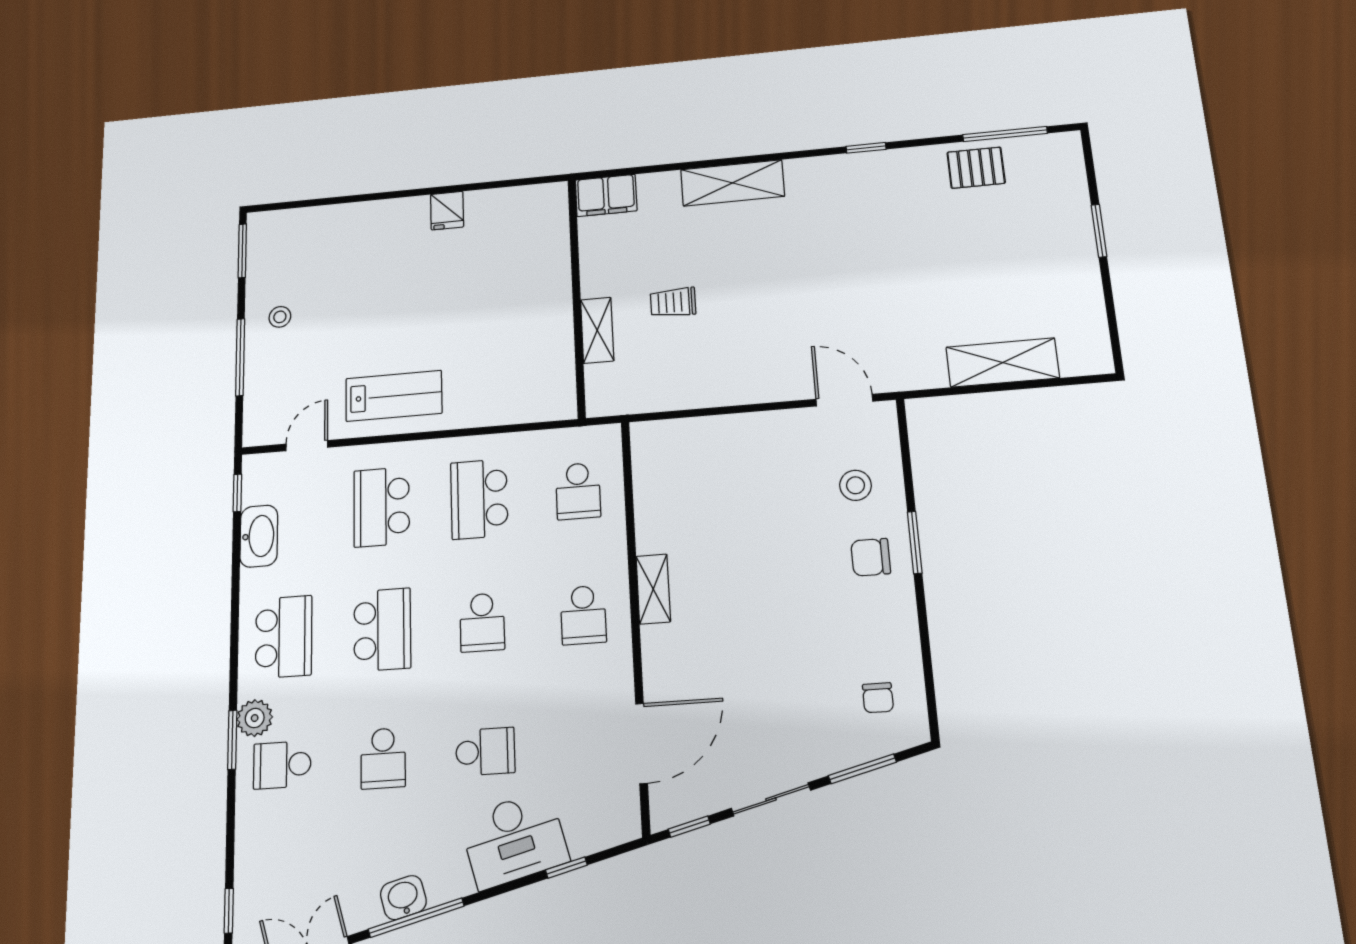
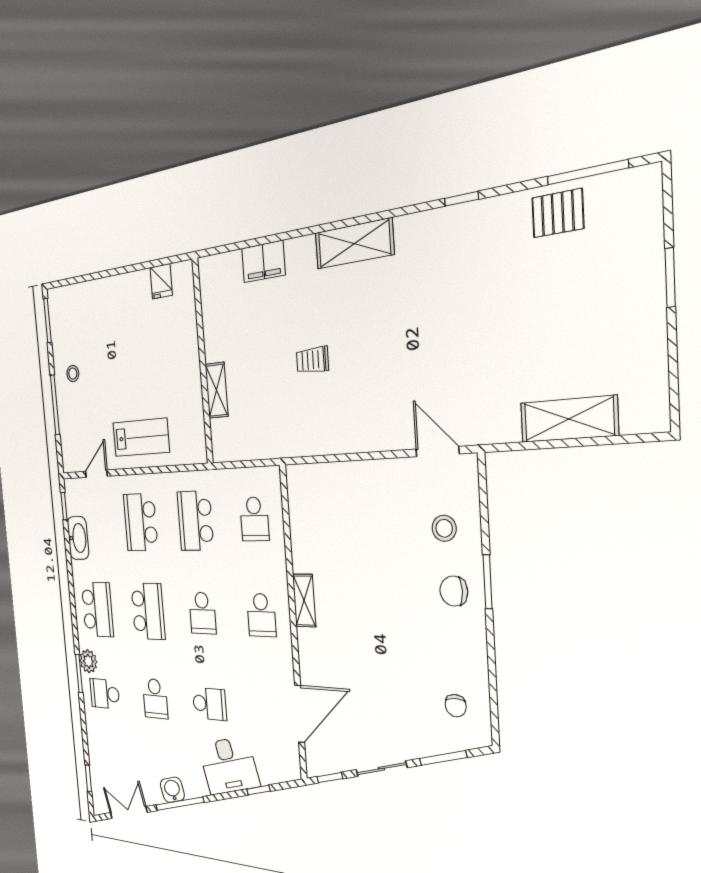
wall: (577, 297) -> (203, 362), moved
shelving: (597, 330) -> (217, 390), moved

